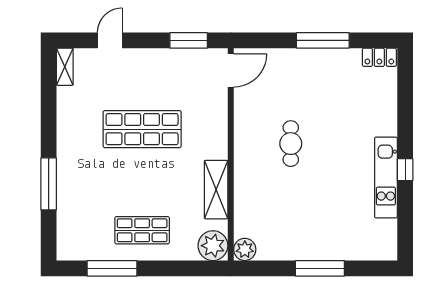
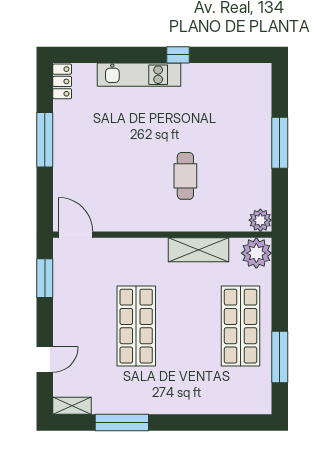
door: (110, 40) -> (45, 360), swing flipped
cafe table: (291, 144) -> (185, 176), moved, turned 90
kitchen unit: (386, 177) -> (139, 75), moved
window: (49, 184) -> (122, 422), moved
shop shelf: (142, 230) -> (241, 326), width x1.43, depth x1.36

